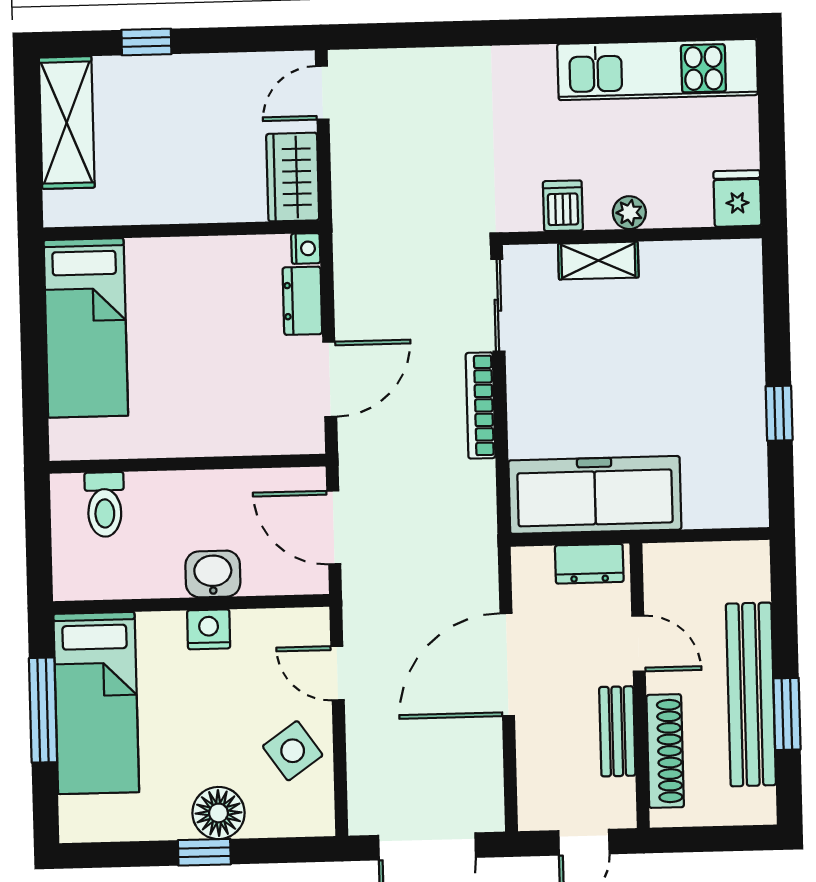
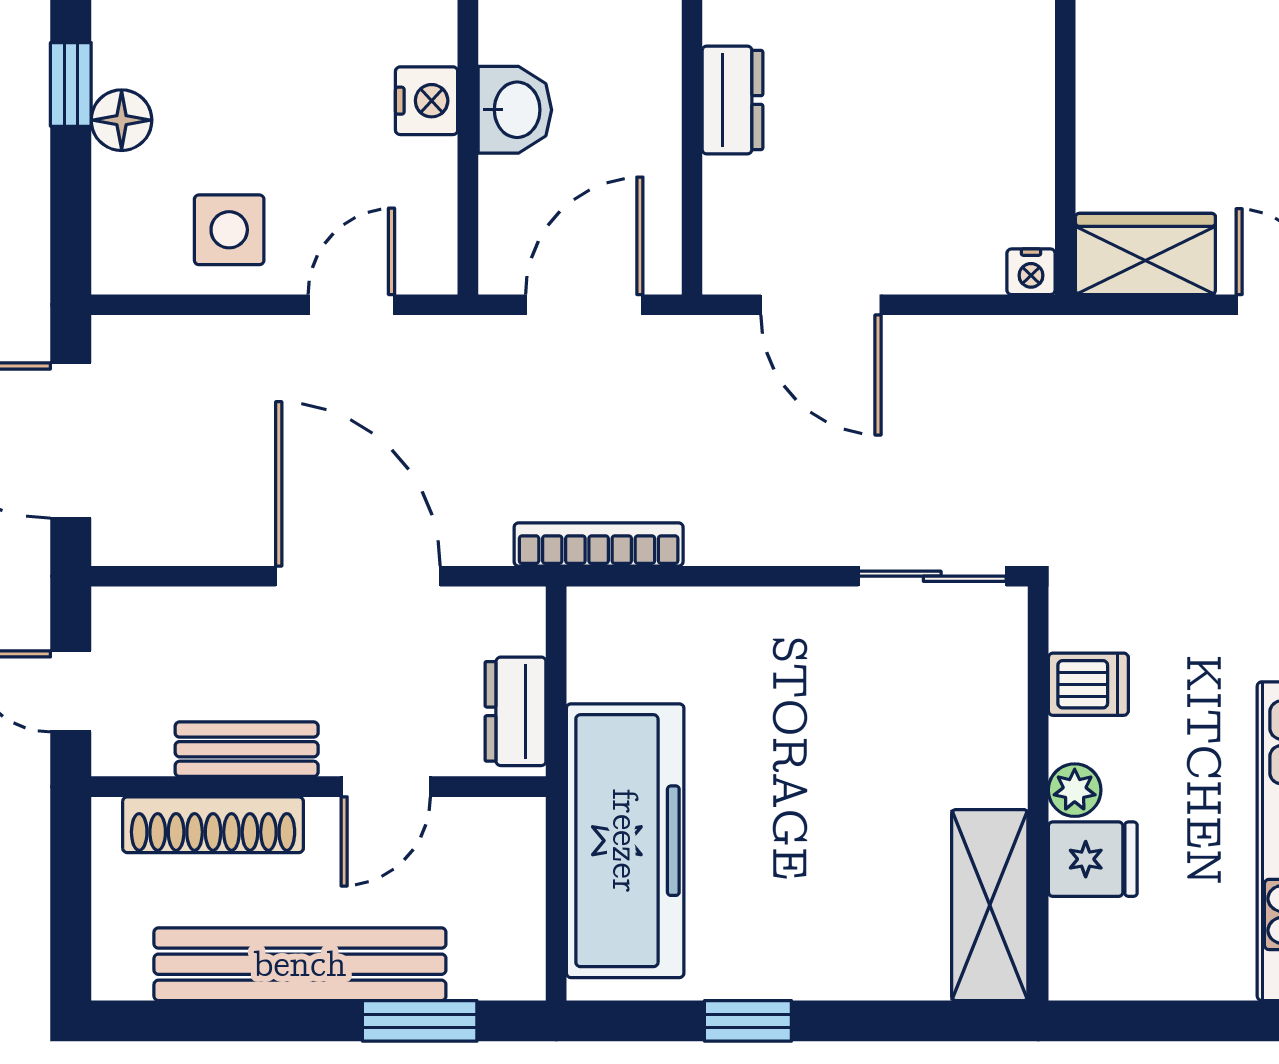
fridge: (737, 198) -> (1093, 859), moved
shelving: (598, 261) -> (990, 905), moved, width x1.50, depth x1.33
dresser: (302, 301) -> (732, 100), moved, turned 90
bookcase: (481, 405) -> (599, 544), moved
freezer: (595, 495) -> (625, 841), moved
window: (787, 714) -> (420, 1021), moved
side table: (293, 751) -> (229, 230), turned 35
floor lamp: (218, 813) -> (122, 120), width x0.73, depth x0.73

